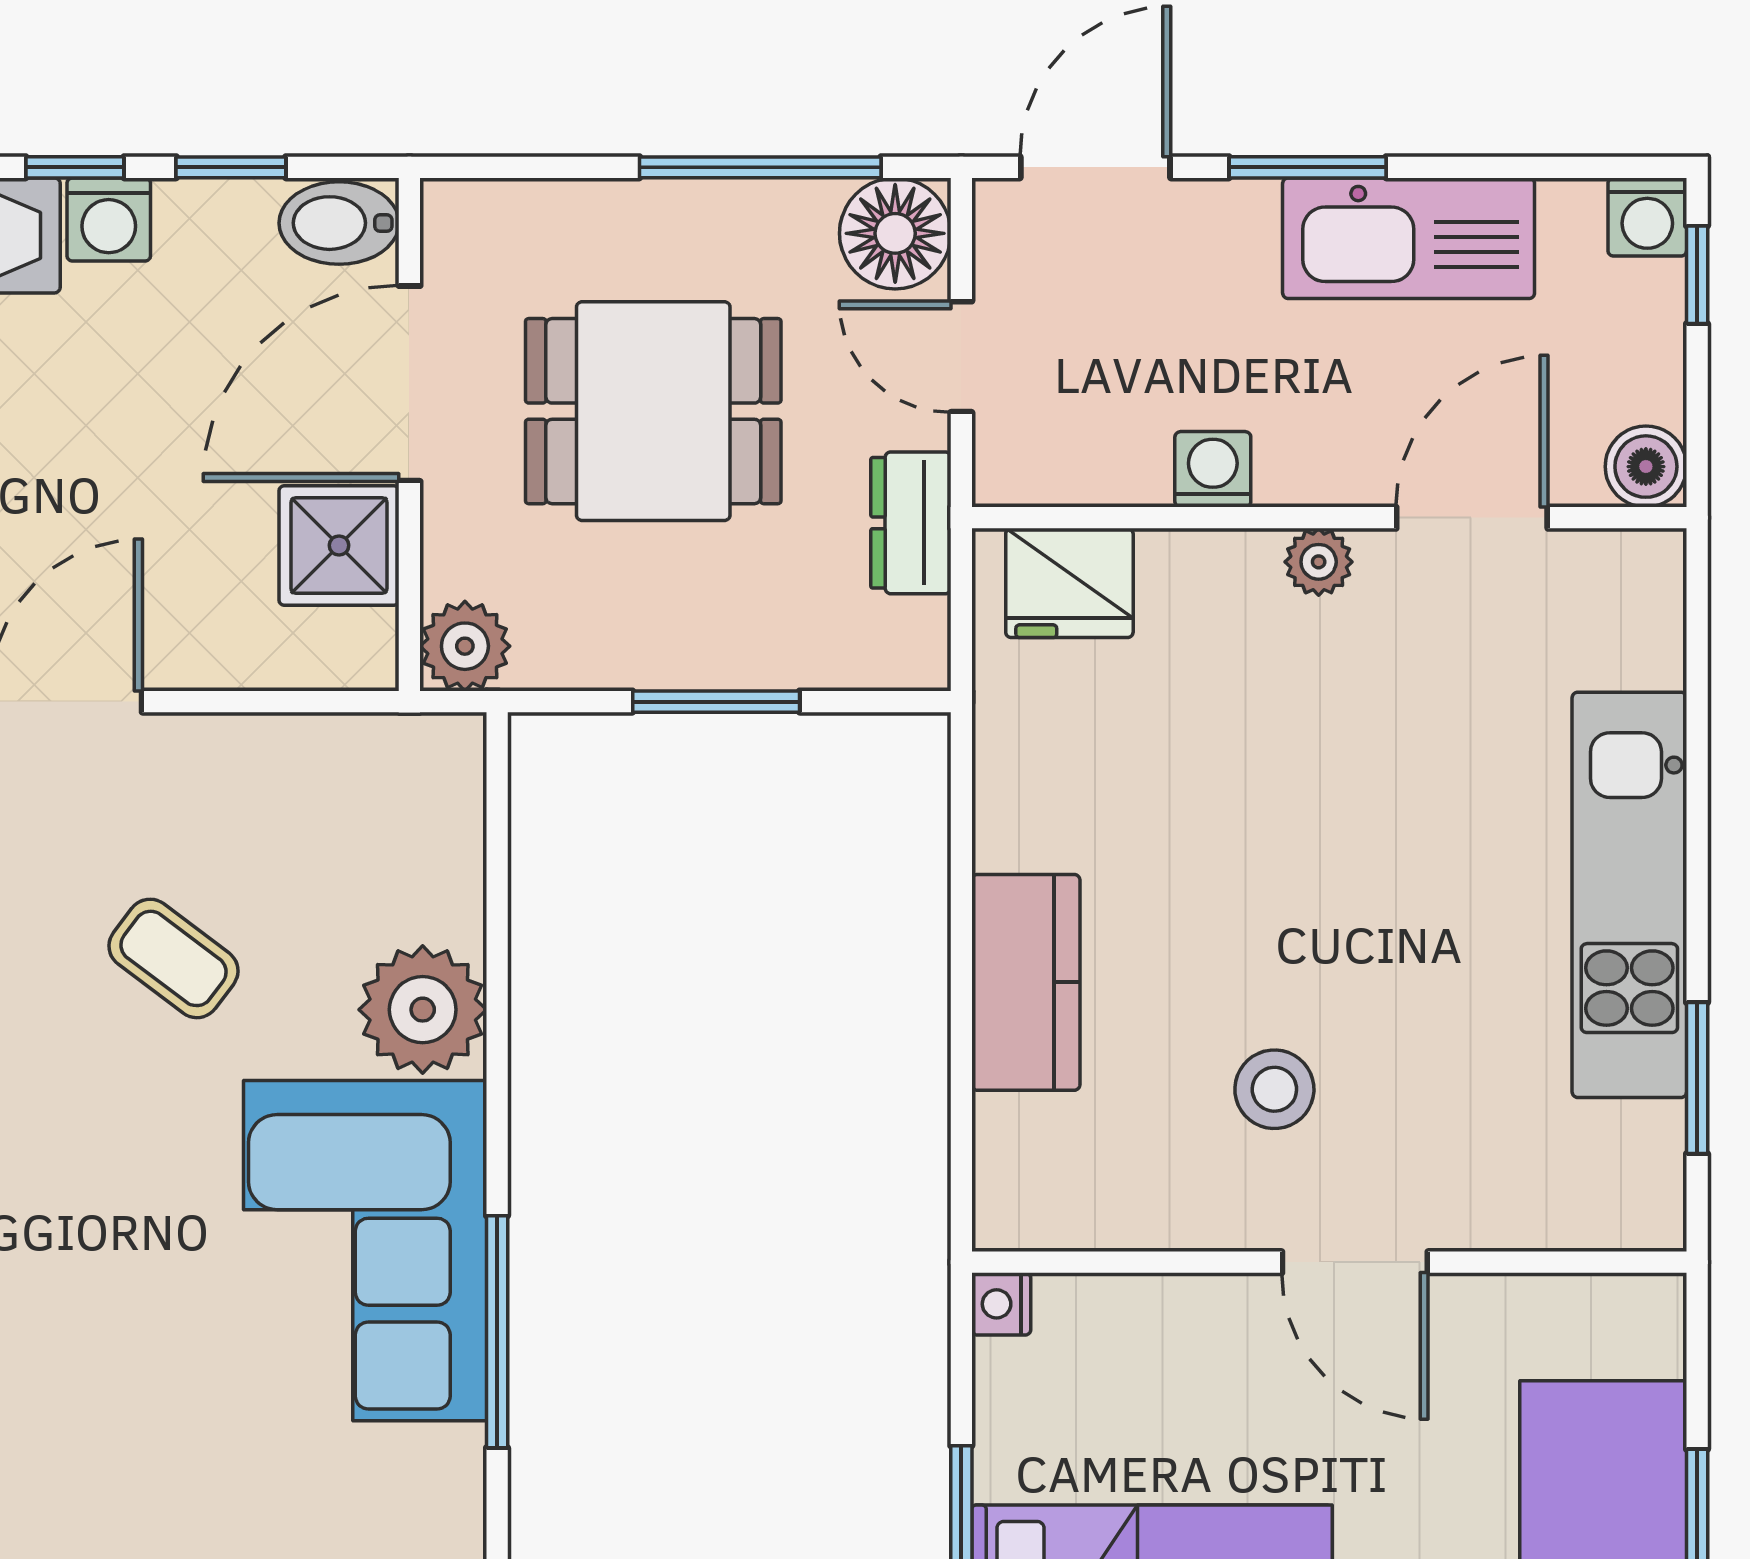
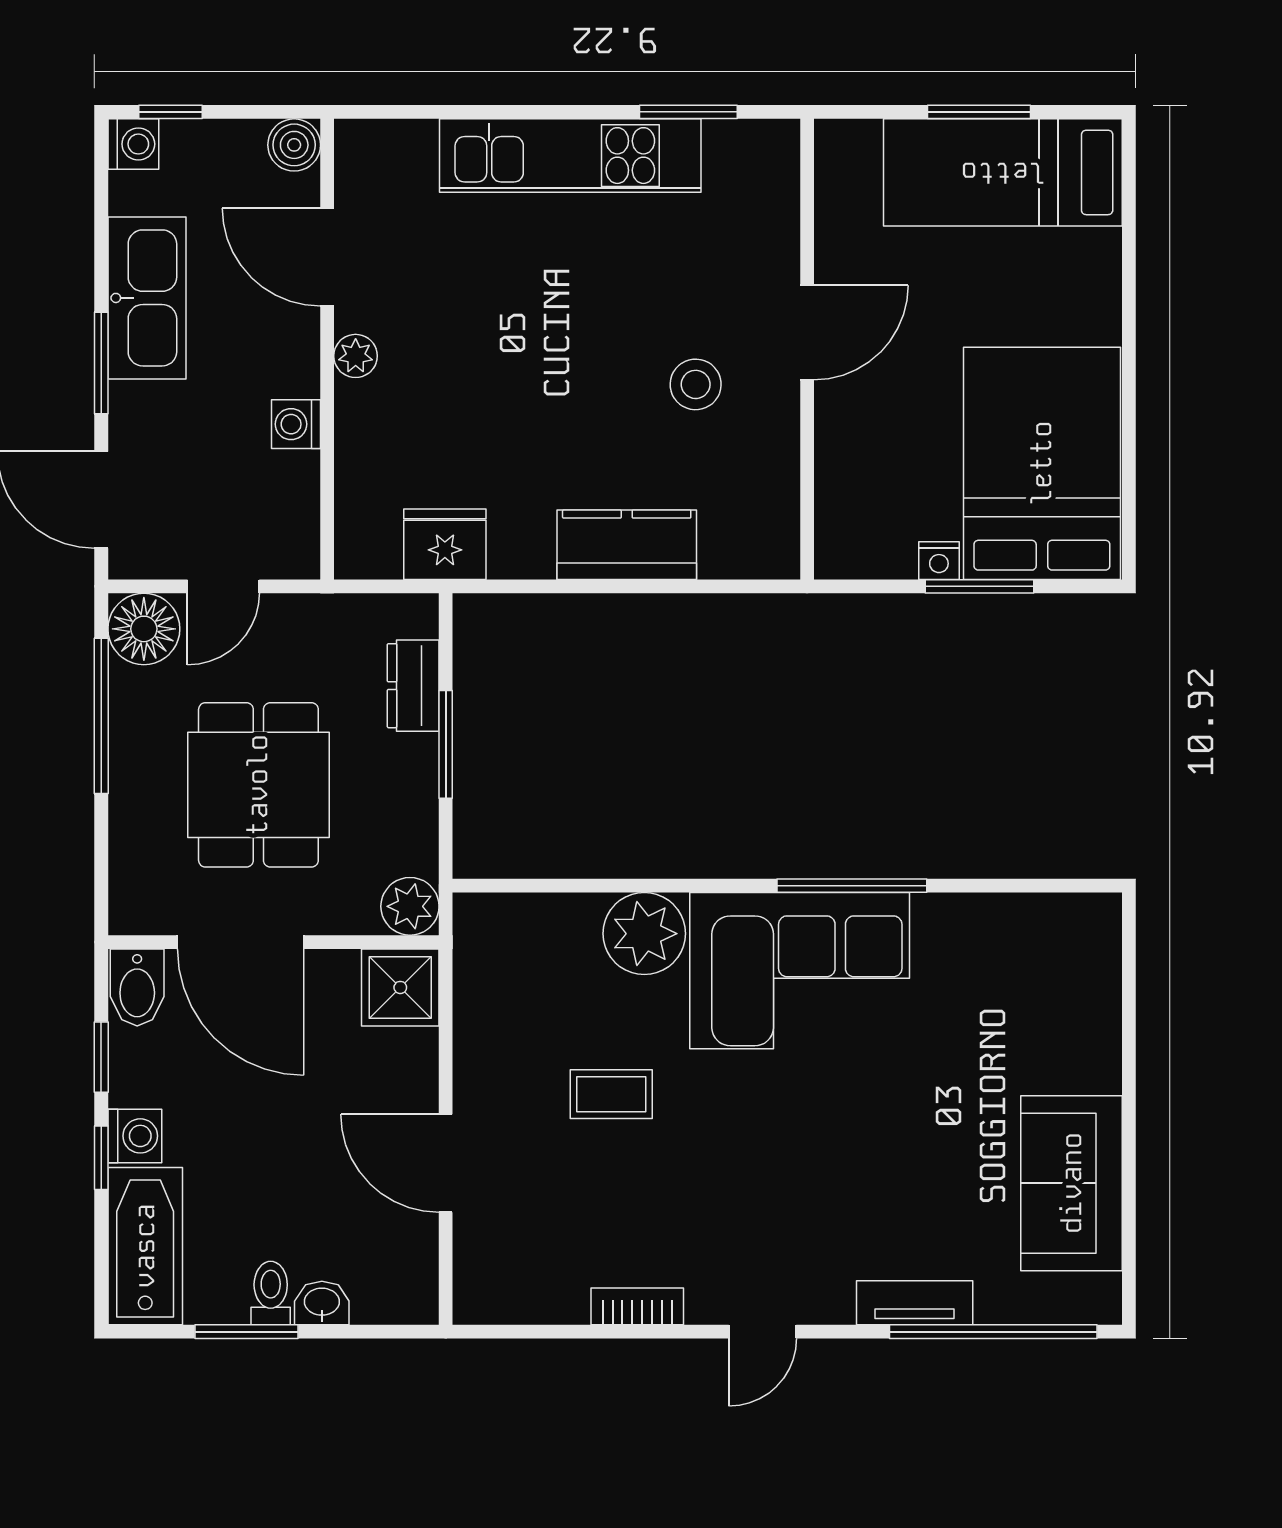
dresser: (911, 523) -> (413, 686), moved, turned 90
shower: (339, 545) -> (400, 987), moved
fridge: (1069, 583) -> (445, 544), moved, turned -90
coffee table: (174, 958) -> (611, 1094), turned 53
nightstand: (1001, 1304) -> (939, 561), moved

